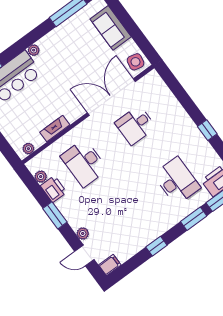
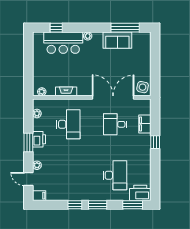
sofa: (111, 28) -> (117, 40), moved, turned -90
filing cabinet: (168, 101) -> (145, 124), added
window: (207, 130) -> (155, 142), moved
desk: (84, 163) -> (68, 124), turned 180
printer: (53, 189) -> (39, 139), moved
window: (194, 219) -> (98, 205), moved

